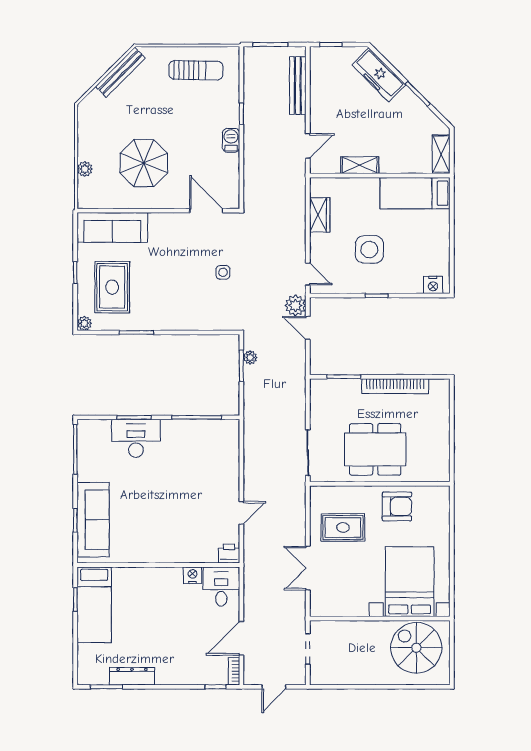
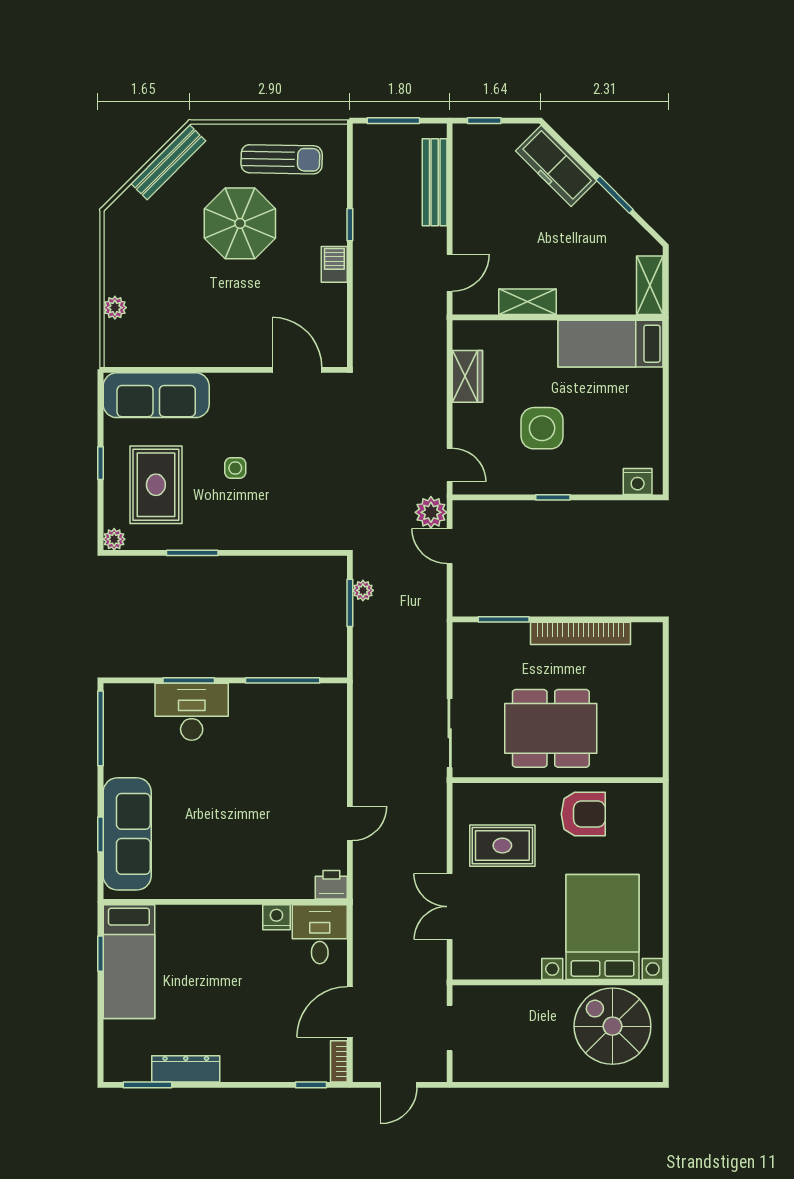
parasol: (144, 163) -> (240, 223), moved
side table: (223, 272) -> (235, 468), moved

